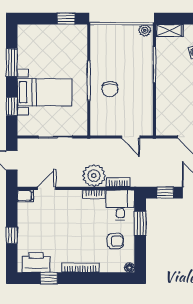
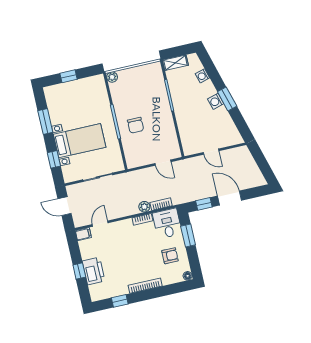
window: (66, 19) -> (69, 76), moved
plant: (145, 30) -> (112, 77), moved
plant: (94, 176) -> (144, 207), width x0.53, depth x0.53
printer: (36, 262) -> (94, 271), moved, turned 90

